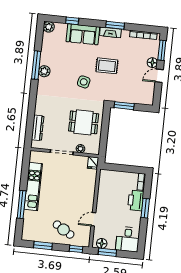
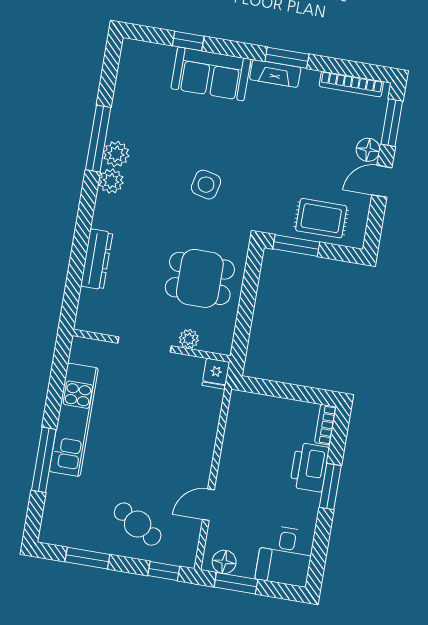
plant: (49, 27) -> (111, 181), moved
rug: (107, 66) -> (321, 218), moved
dresser: (38, 128) -> (97, 259), moved

